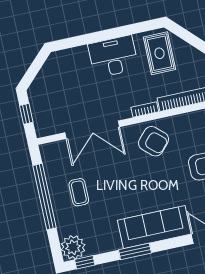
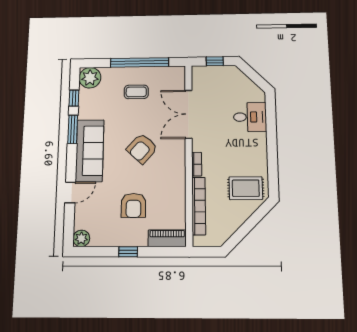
desk: (113, 57) -> (250, 117), moved, width x0.73
armchair: (154, 141) -> (142, 148), moved
window: (85, 262) -> (74, 98), moved

